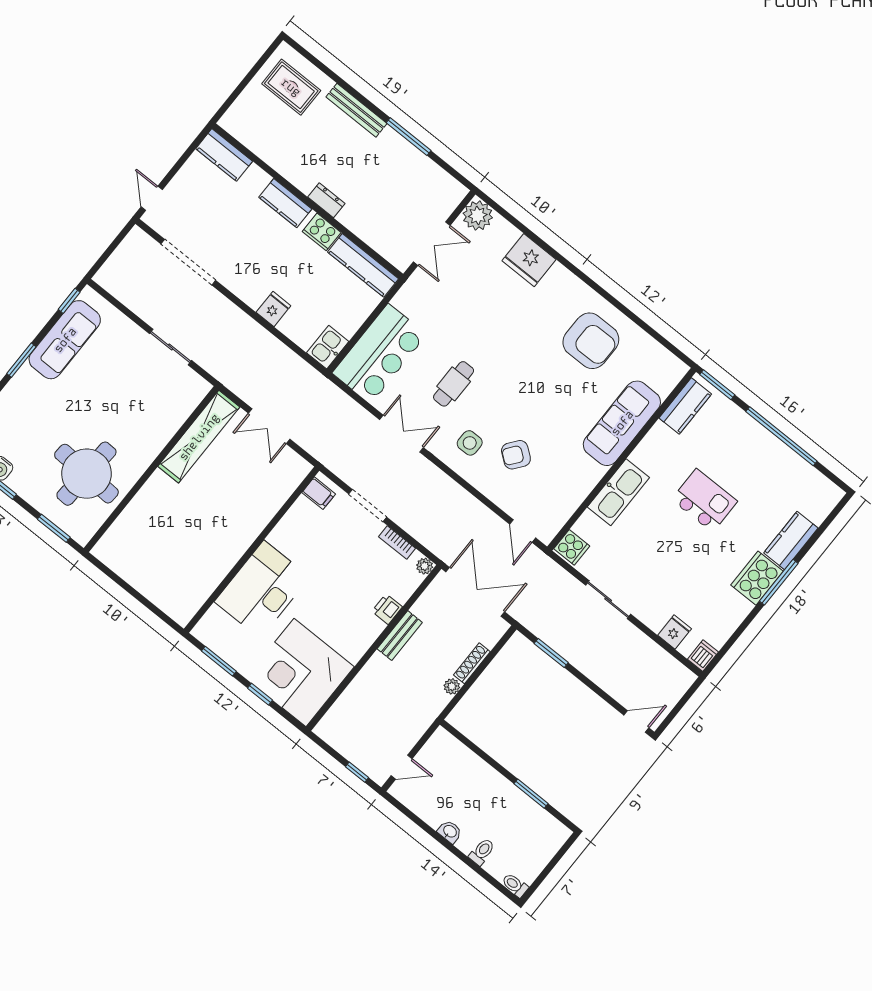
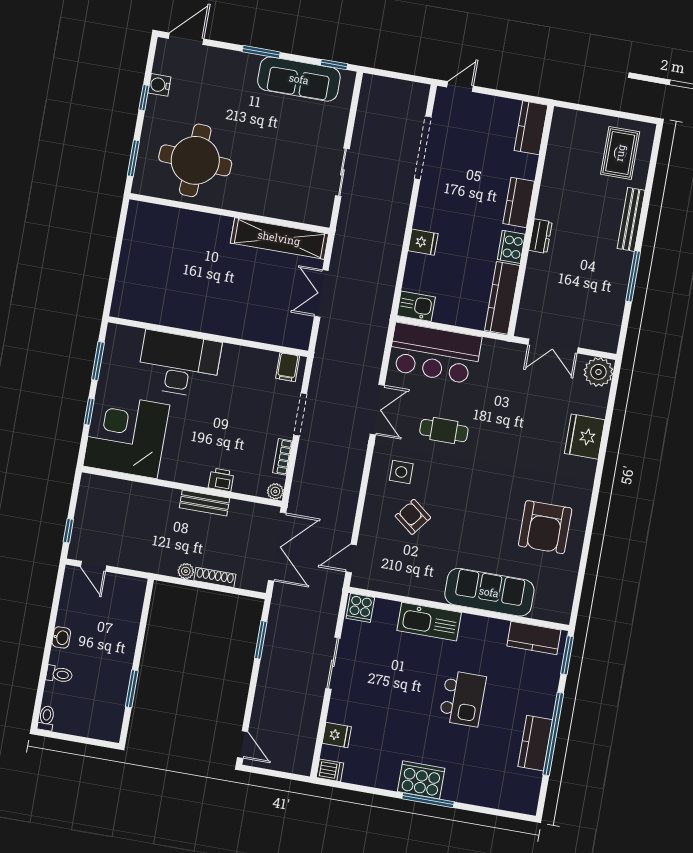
kitchen counter: (791, 540) -> (535, 743), moved, turned -90

